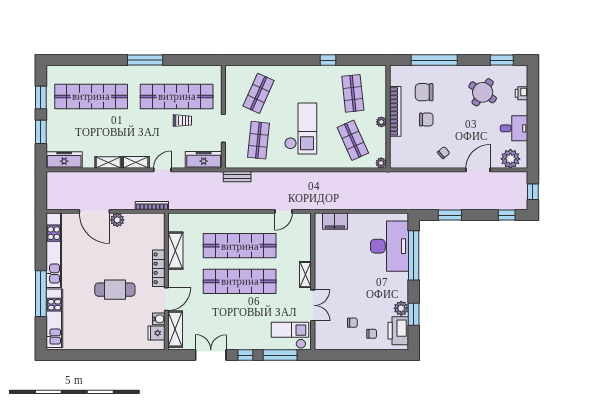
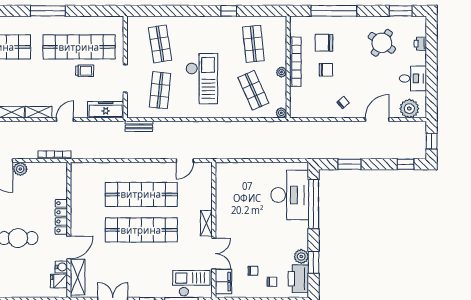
shop shelf: (259, 93) -> (160, 44), turned -33
filing cabinet: (335, 221) -> (223, 282), moved, turned -90
shelving: (175, 251) -> (78, 199), removed

